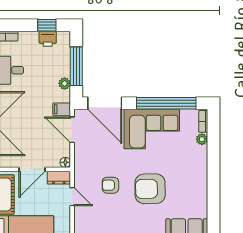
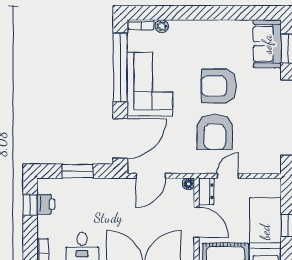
window: (76, 66) -> (78, 171), width x0.69
plant: (65, 83) -> (97, 185), removed
filing cabinet: (62, 109) -> (127, 188), removed
armchair: (110, 185) -> (215, 132), width x1.88, depth x1.88
armchair: (150, 189) -> (219, 86), turned 91

